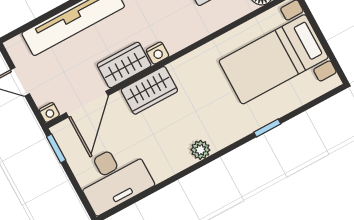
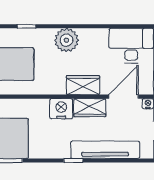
nightstand: (157, 53) -> (61, 109), width x1.89, depth x1.79
plant: (200, 150) -> (66, 40), width x1.88, depth x1.88

